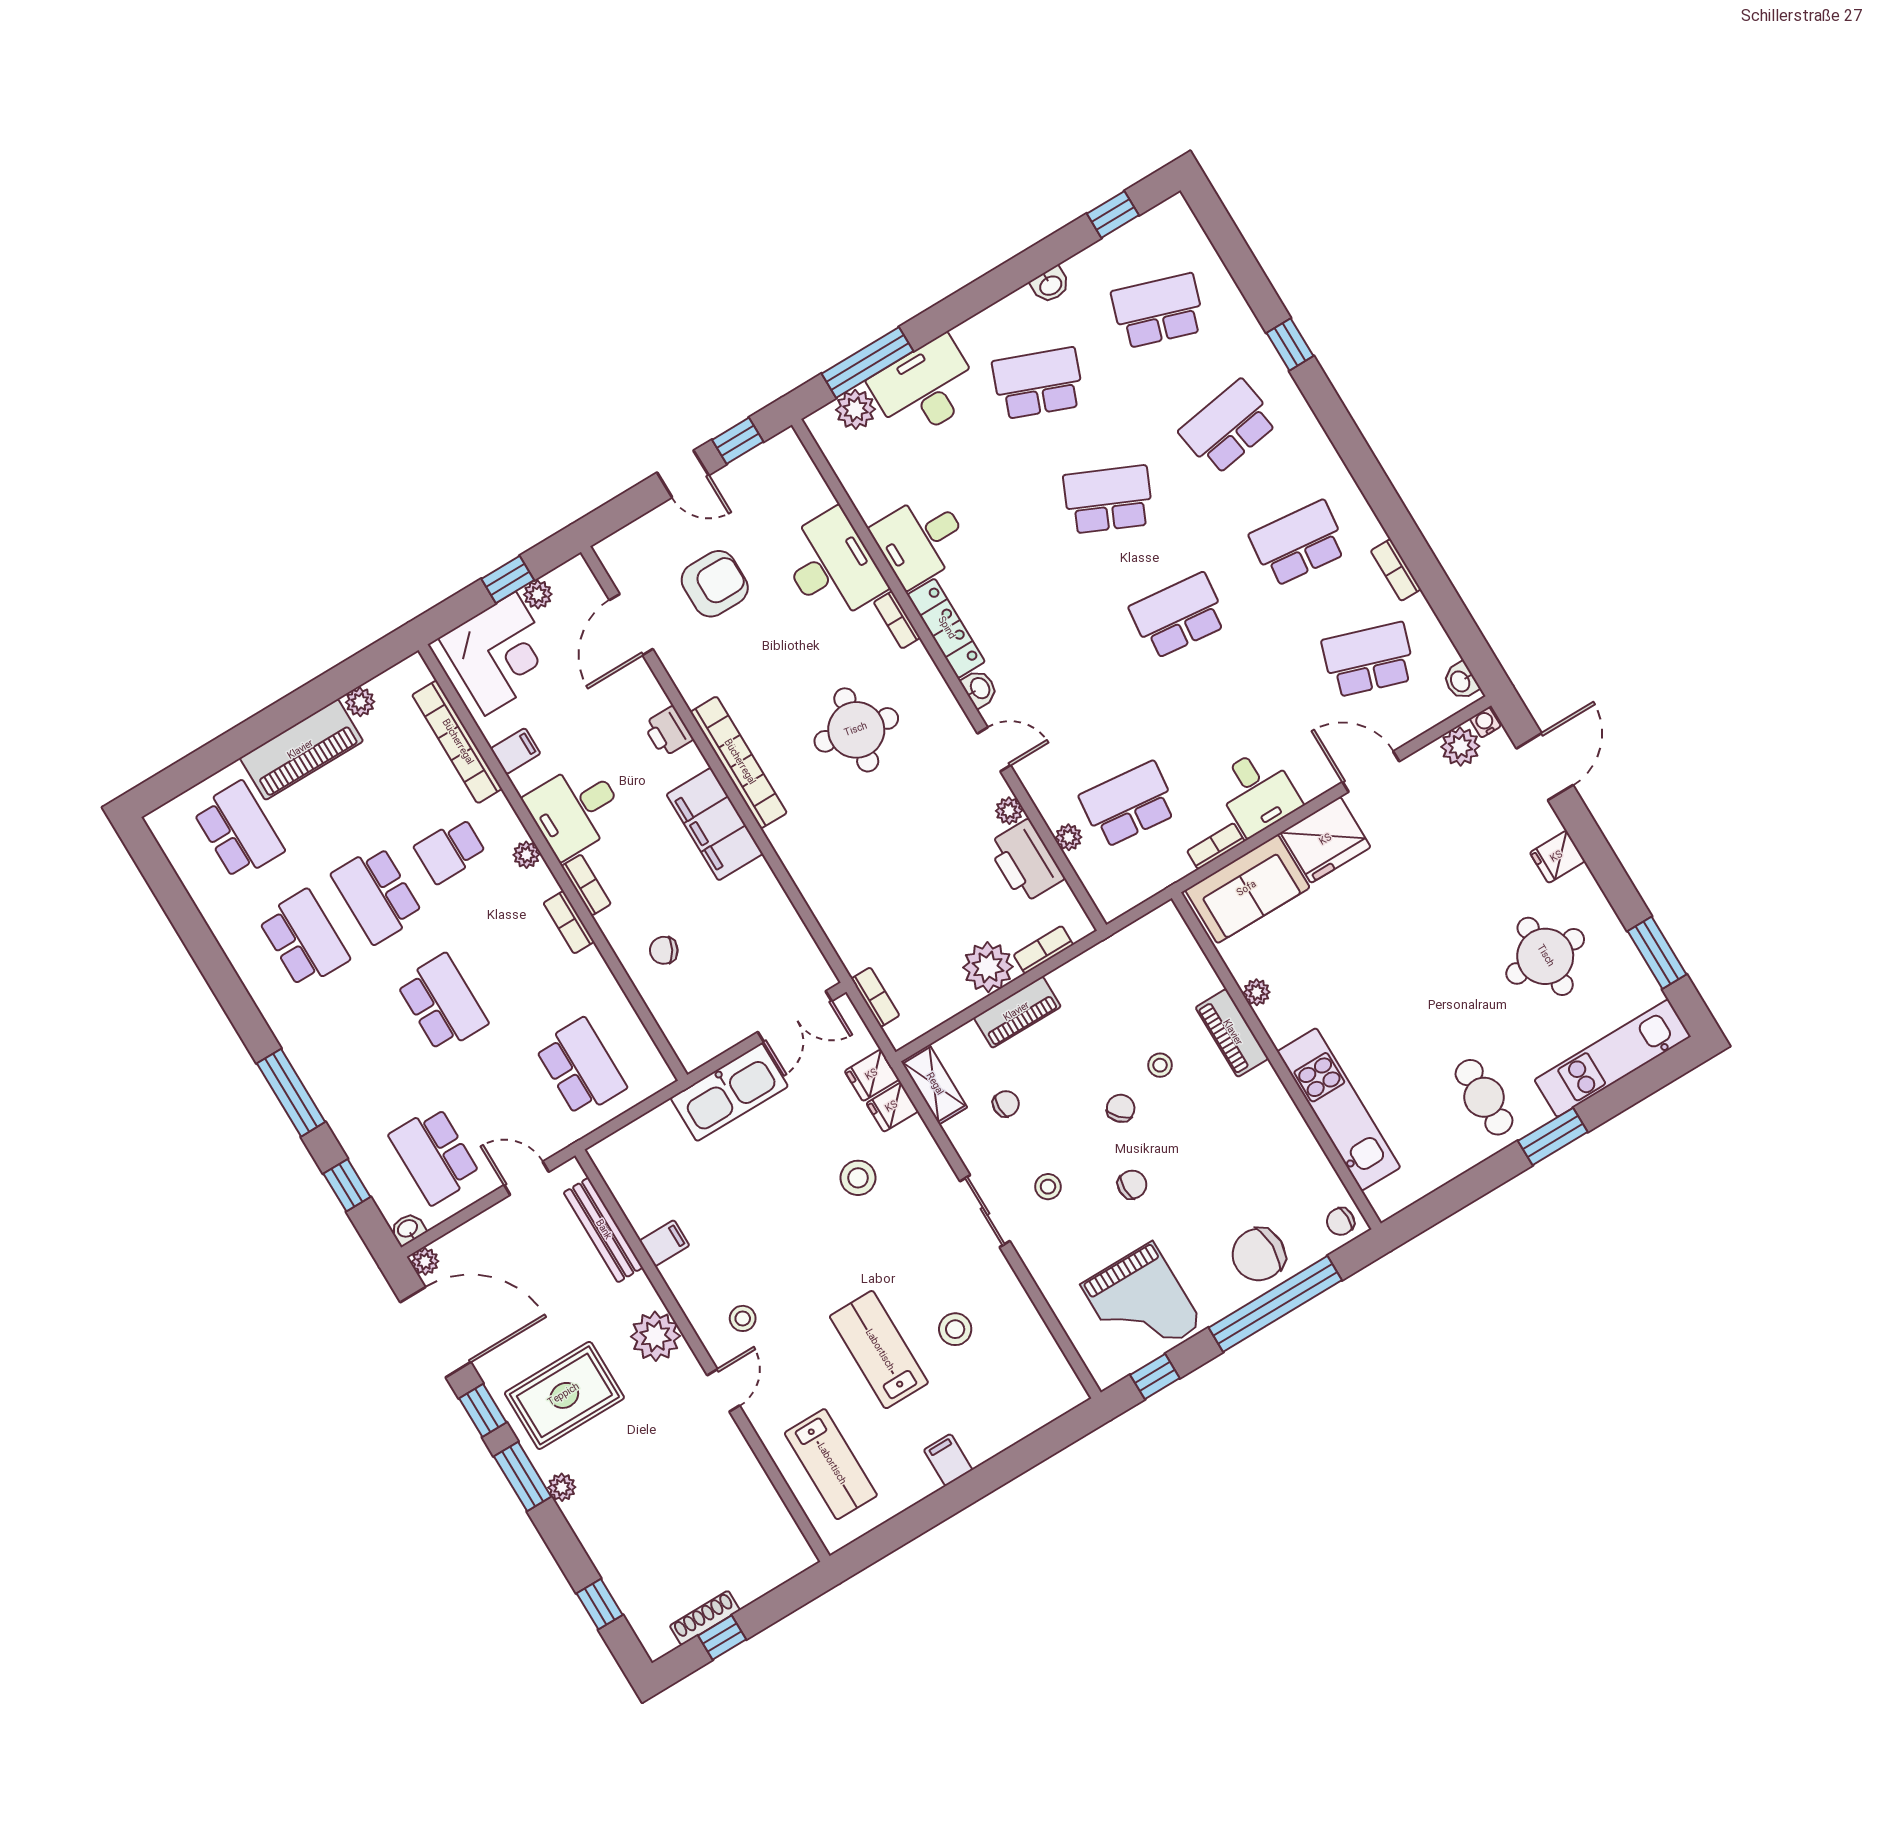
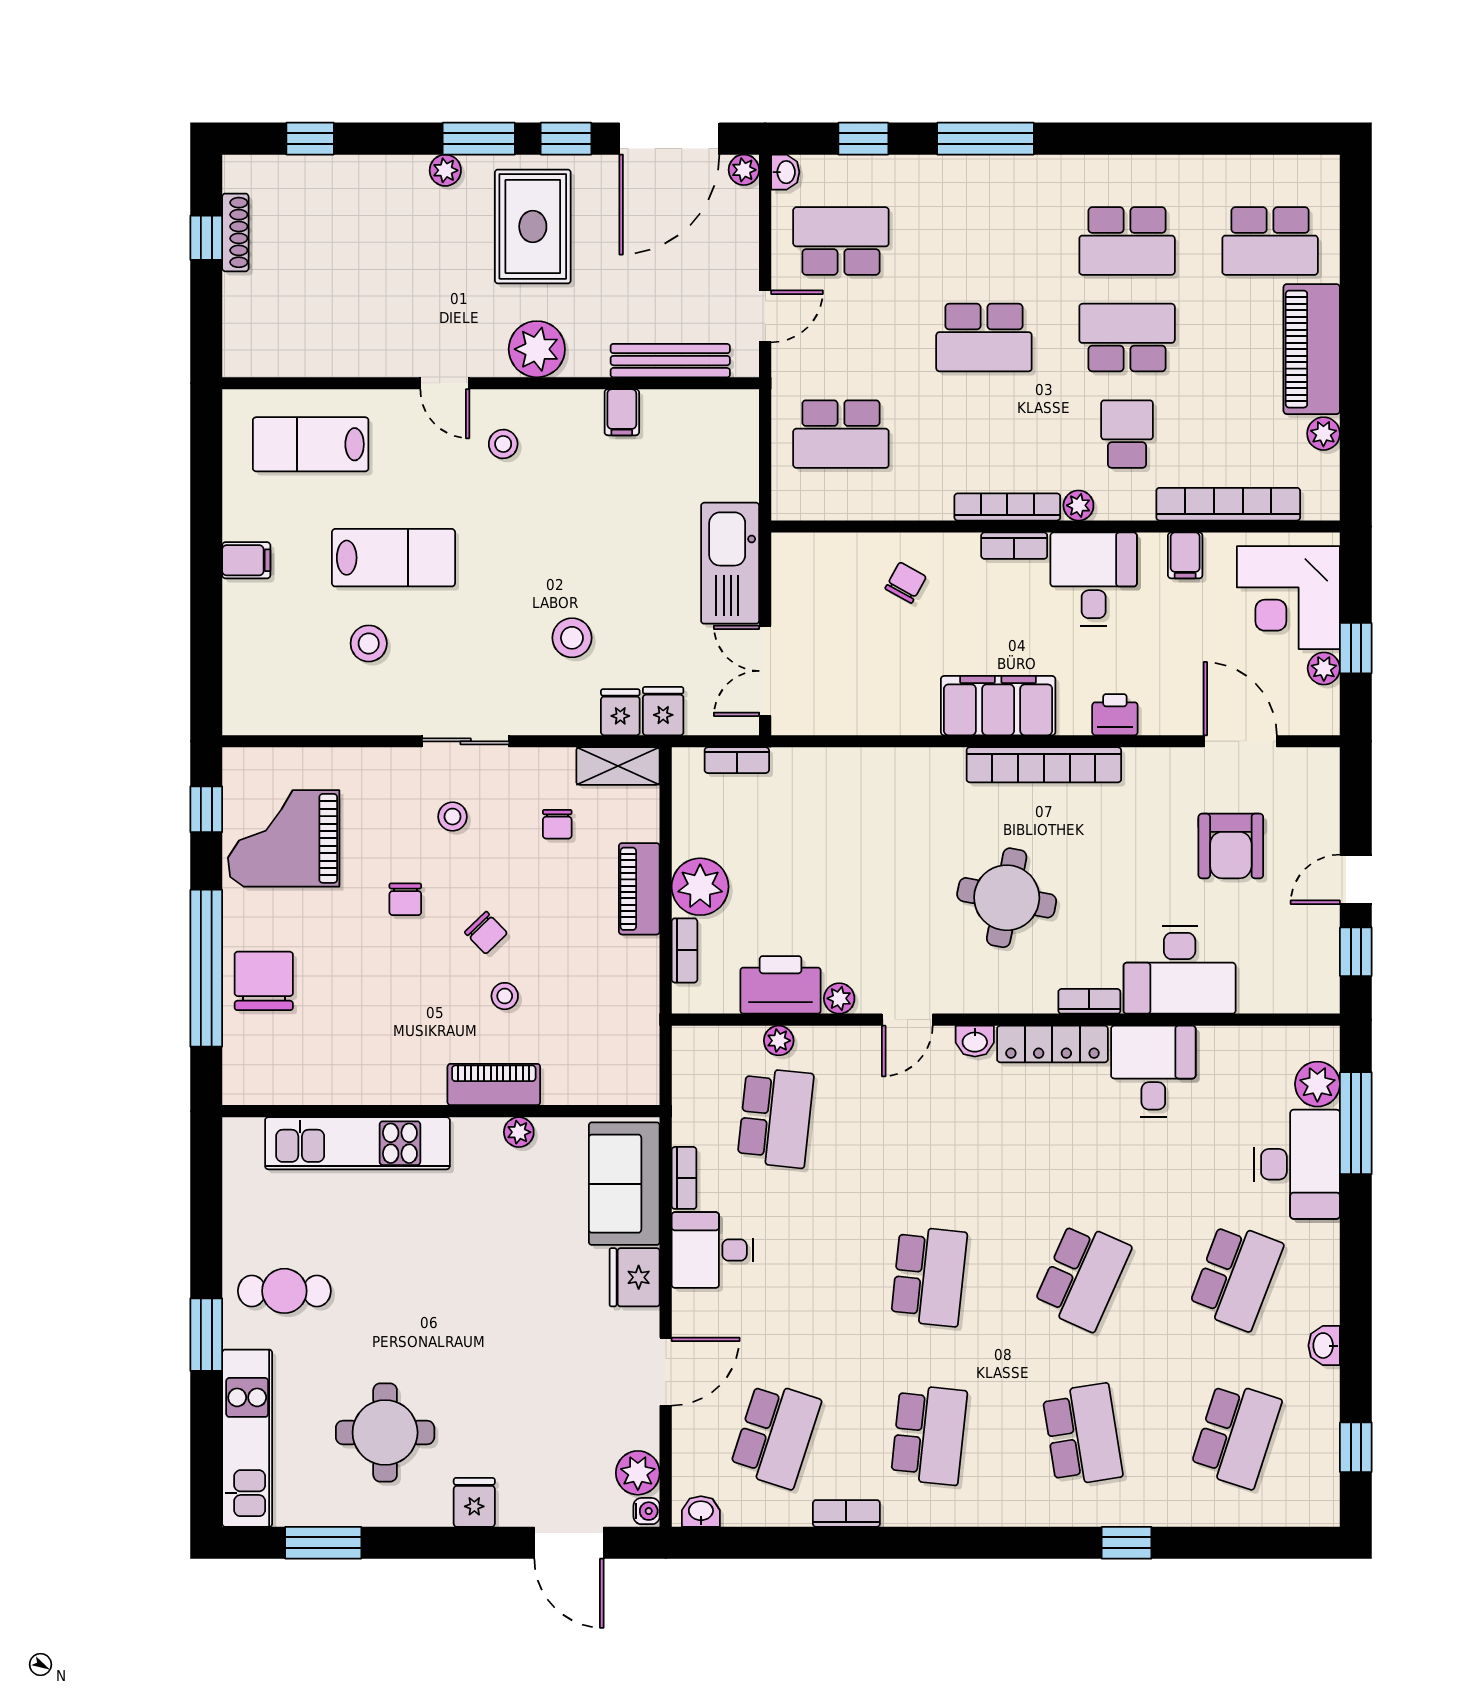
fridge: (1326, 840) -> (635, 1277), width x0.73, depth x0.75
bookcase: (569, 922) -> (1007, 507), width x1.56
chair: (1341, 1221) -> (248, 1079), removed

